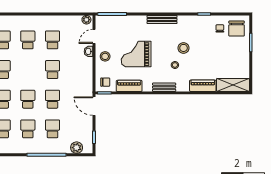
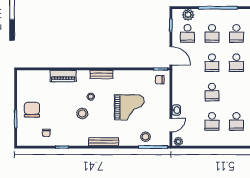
chair: (237, 29) -> (32, 110), moved
stool: (105, 56) -> (146, 137), moved
shelving: (233, 85) -> (33, 77), removed
piano: (129, 86) -> (136, 76), removed
school desk: (77, 129) -> (188, 33), added

